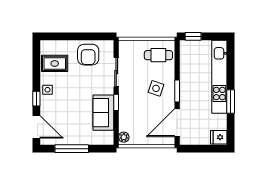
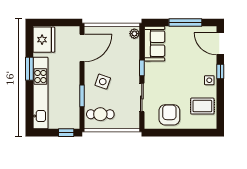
window: (177, 91) -> (82, 96), moved
sofa: (103, 113) -> (155, 44), moved
fridge: (219, 137) -> (44, 40), width x1.88, depth x1.34

